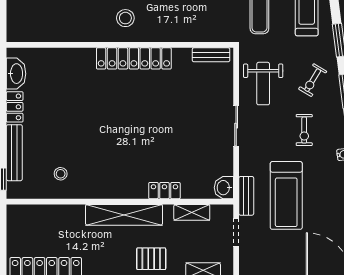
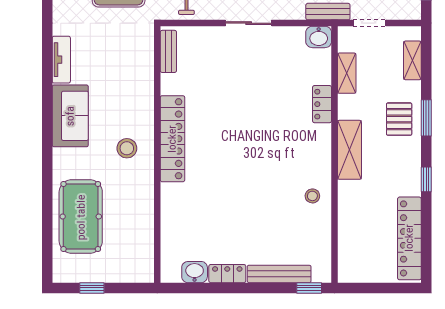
washbasin: (16, 74) -> (195, 272), width x0.72
stool: (61, 174) -> (312, 196), moved
shelving: (124, 215) -> (349, 150), width x0.68

